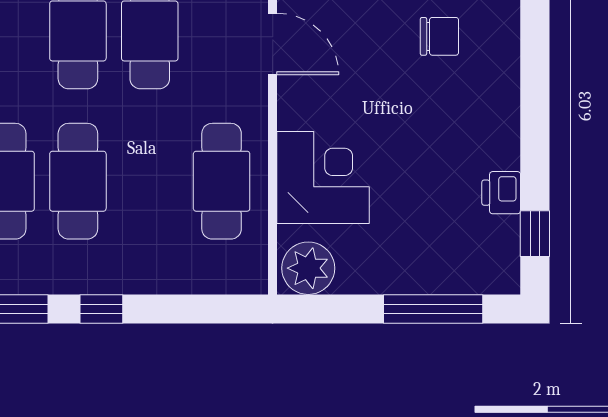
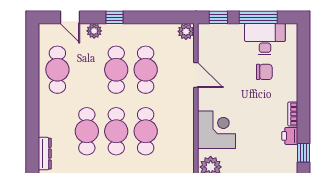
bookcase: (509, 139) -> (293, 114), added
cafe table: (222, 181) -> (146, 131), moved

